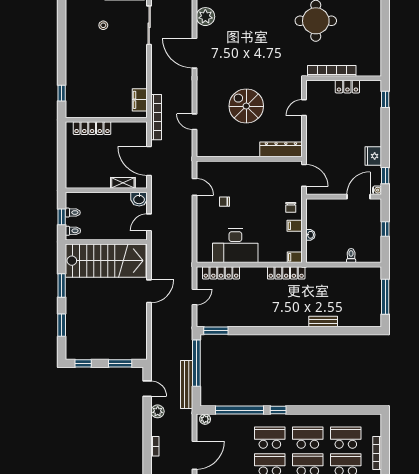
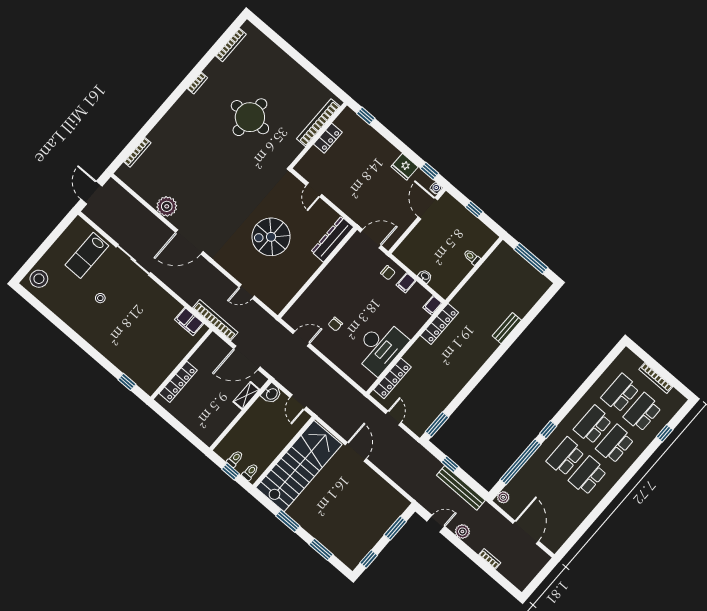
bookcase: (332, 71) -> (318, 123), moved
window: (196, 363) -> (450, 464), width x0.32

